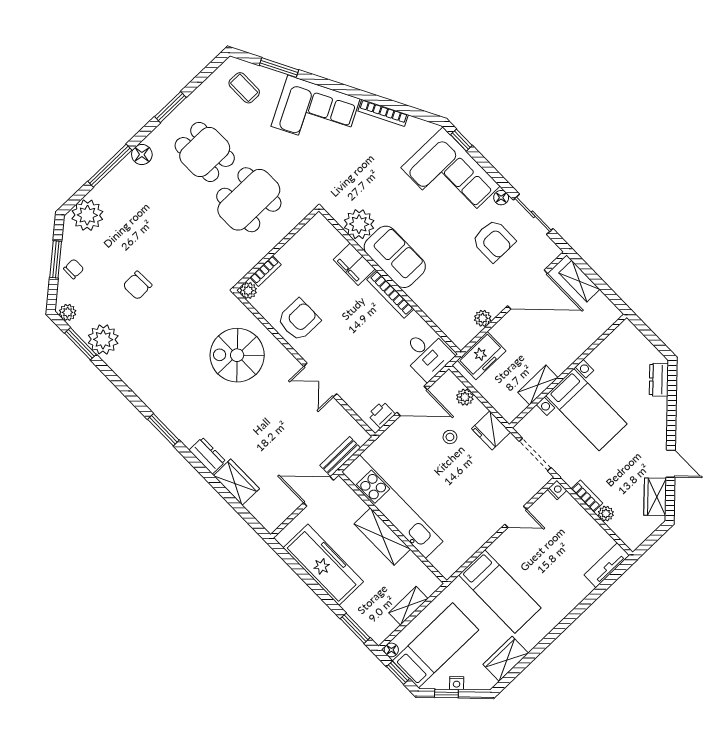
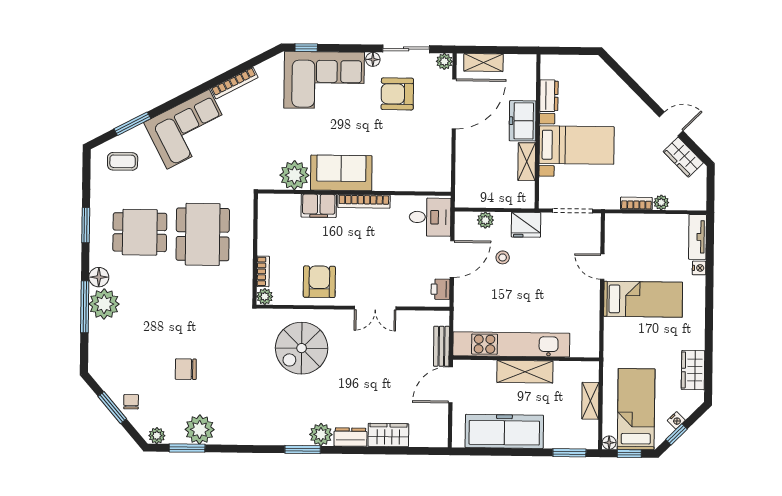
plant: (87, 215) -> (104, 304), moved
armchair: (494, 241) -> (397, 94), turned 180
chair: (137, 285) -> (186, 369), turned 92
plant: (483, 318) -> (444, 61), moved
freezer: (482, 356) -> (523, 121), moved, turned 180
dresser: (659, 380) -> (549, 96), moved, turned -135
plant: (188, 432) -> (321, 434), added
nightstand: (557, 490) -> (699, 268), moved, turned 90
door: (516, 517) -> (602, 267), swing flipped
bed: (500, 591) -> (643, 299), moved

